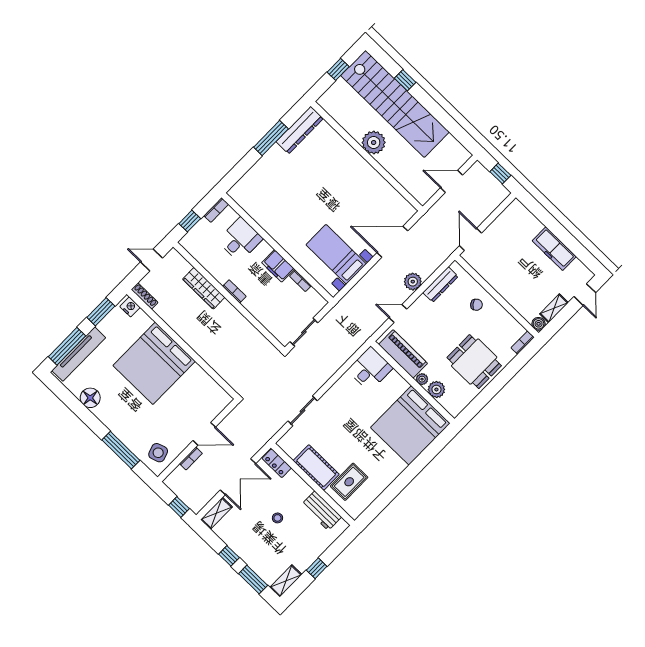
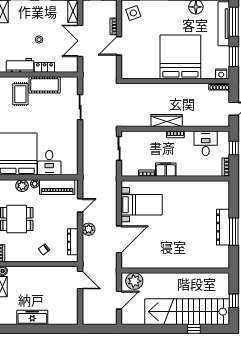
dresser: (300, 130) -> (223, 227), moved
plant: (374, 143) -> (134, 281), moved
window: (500, 173) -> (98, 329), removed
desk: (240, 240) -> (206, 143), moved, turned 180
wardrobe: (204, 288) -> (167, 120), moved
desk: (370, 369) -> (49, 163), moved
locker: (277, 463) -> (44, 67), moved

